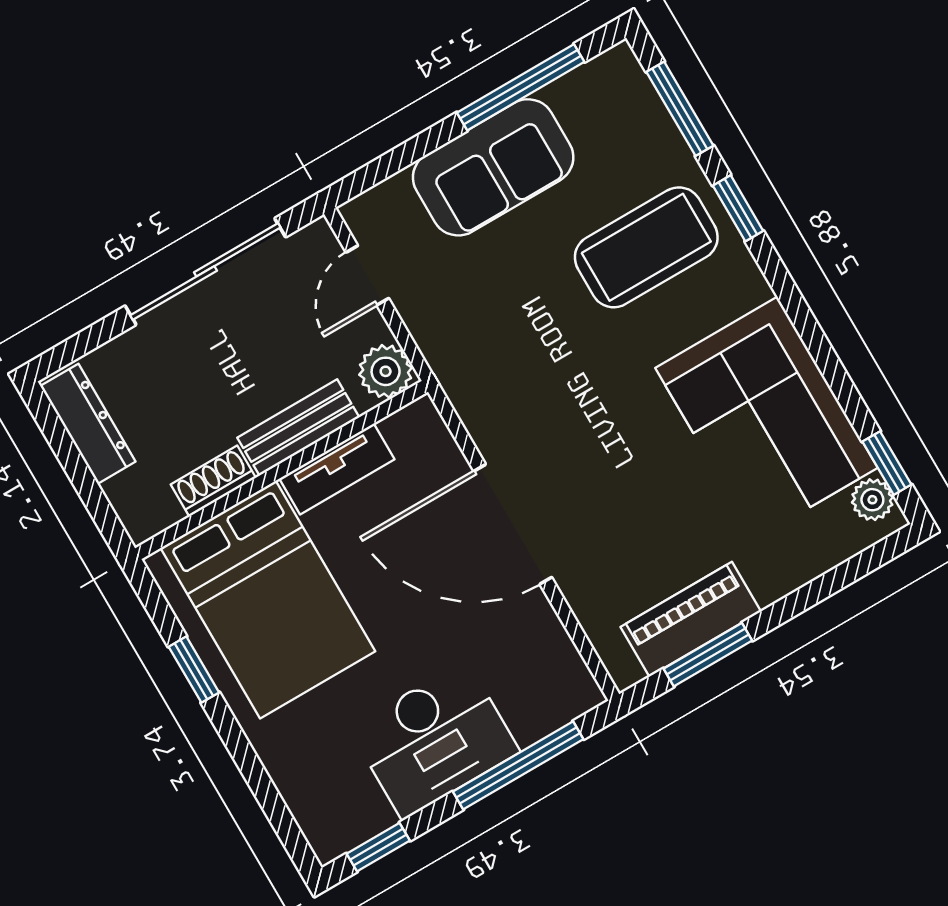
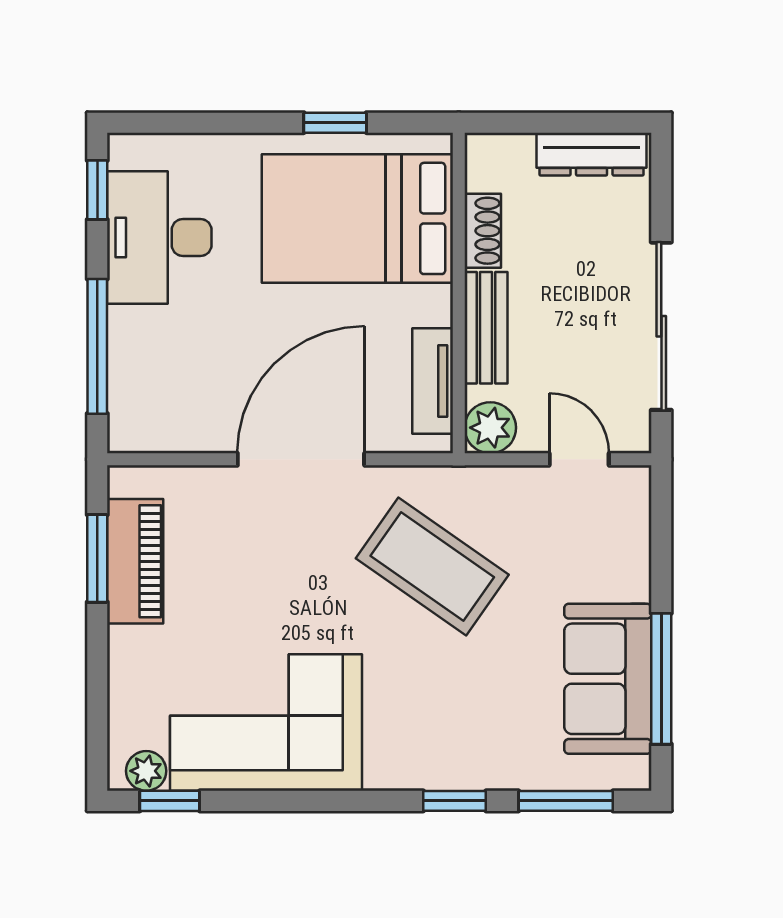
sofa: (493, 167) -> (608, 679), moved
coffee table: (646, 247) -> (432, 567), moved, turned -55
tv unit: (337, 469) -> (433, 381), moved
desk: (434, 740) -> (159, 237), moved

